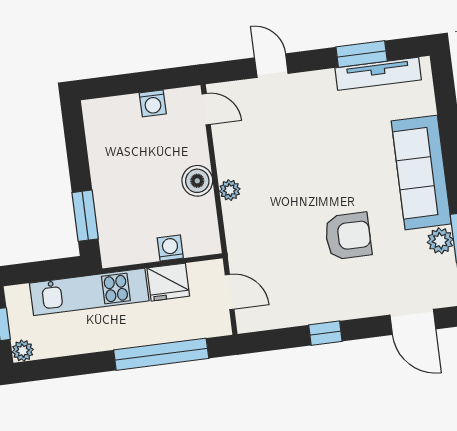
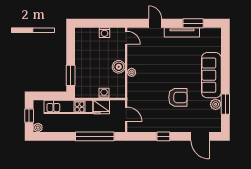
tv unit: (378, 74) -> (182, 32), moved

